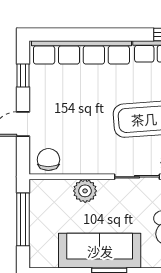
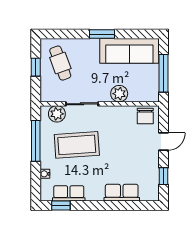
row of seats: (81, 52) -> (122, 193), width x0.50
sofa: (100, 251) -> (129, 51), moved

